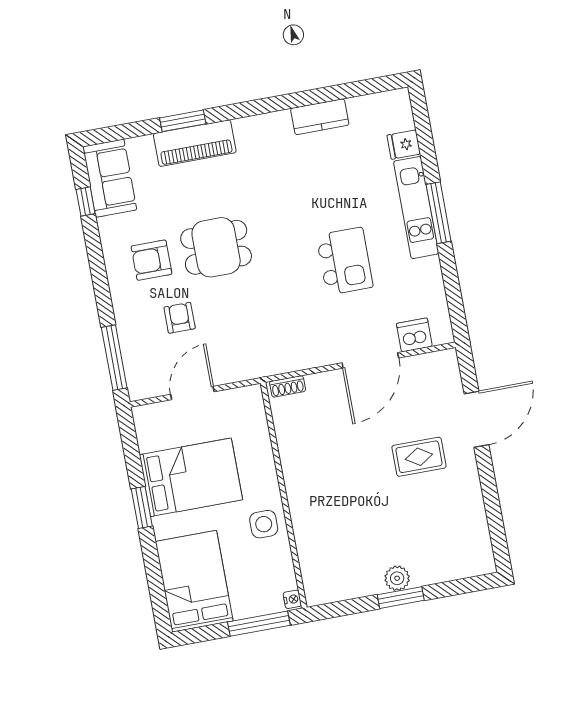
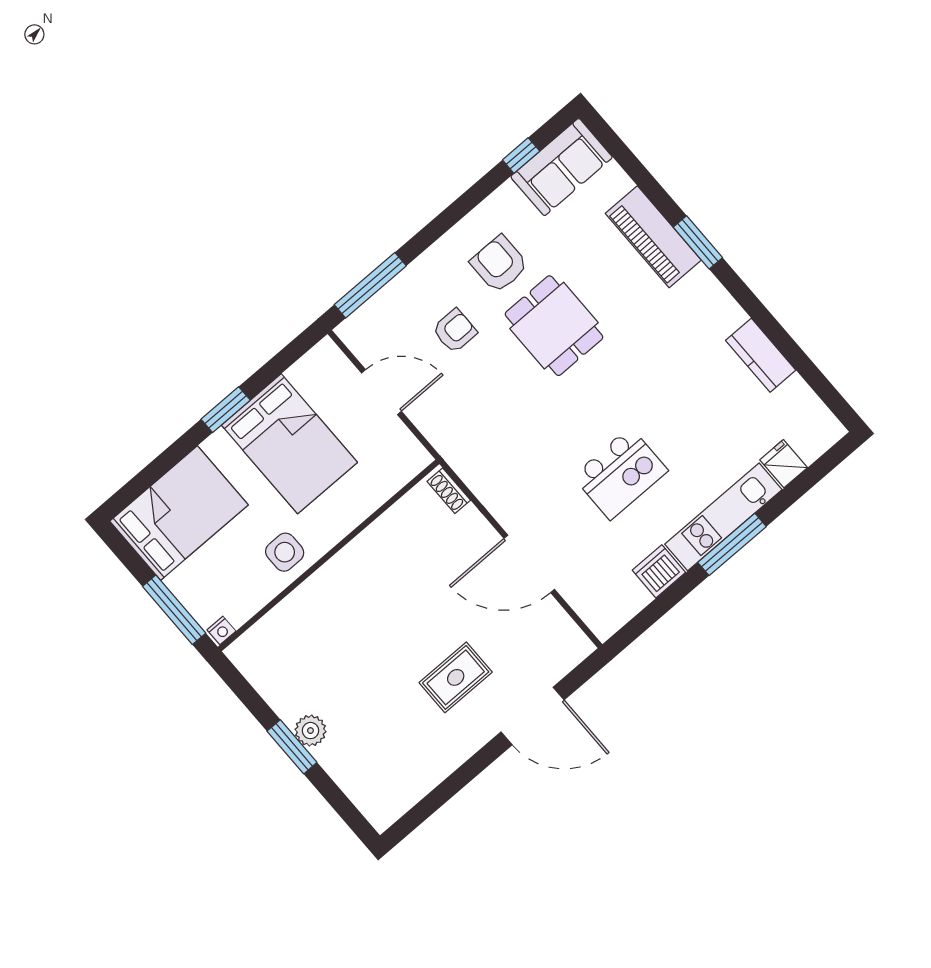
window: (183, 121) -> (698, 242), moved
dishwasher: (414, 335) -> (659, 571), moved, turned -90
rug: (419, 457) -> (456, 677), turned 90

